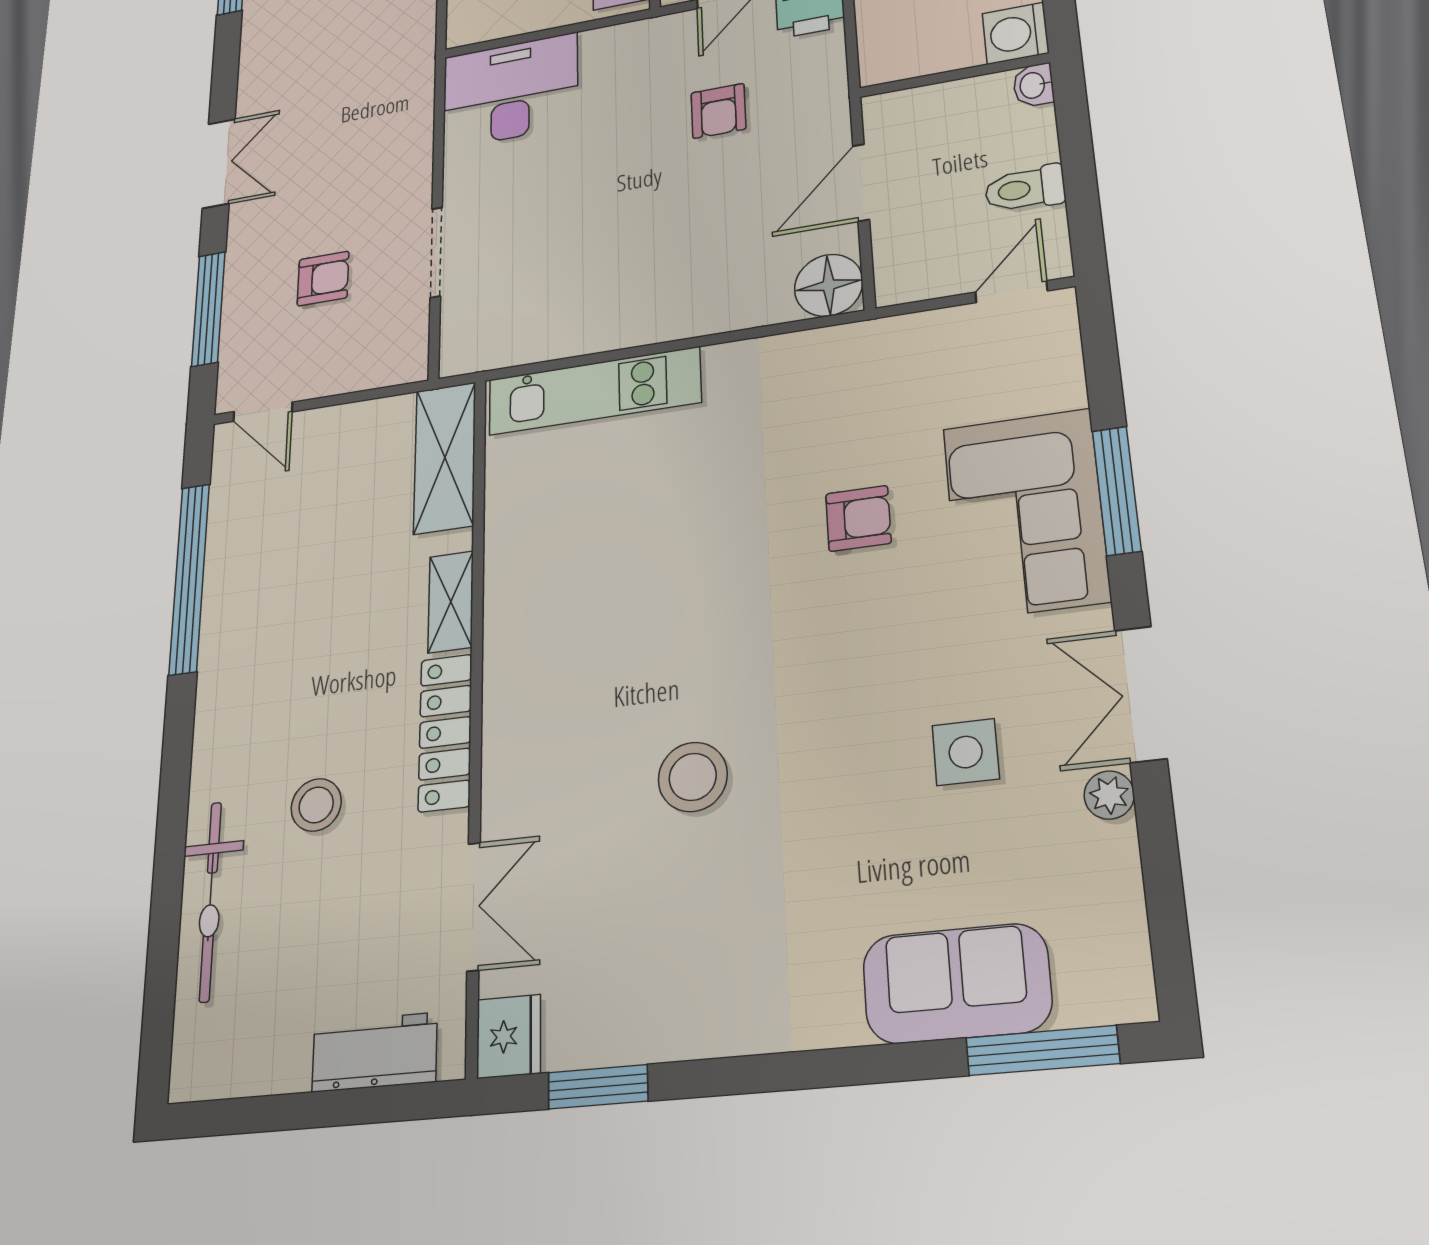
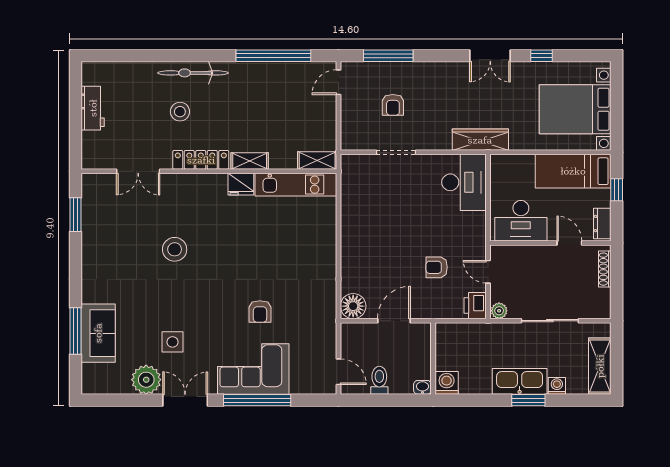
wardrobe: (411, 76) -> (480, 140), added
double door: (219, 164) -> (490, 56), moved
door: (861, 183) -> (394, 321), hinge flipped
kitchen unit: (594, 391) -> (296, 185), moved, turned -90
shelving: (445, 458) -> (317, 161), width x0.67, depth x0.75
window: (1117, 491) -> (257, 400), width x1.46
plant: (1109, 795) -> (146, 380), width x1.87, depth x1.87
bicycle: (210, 901) -> (193, 73), moved
fridge: (509, 1036) -> (241, 184), moved
window: (1042, 1051) -> (76, 331), moved
workbench: (375, 1052) -> (93, 108), moved

